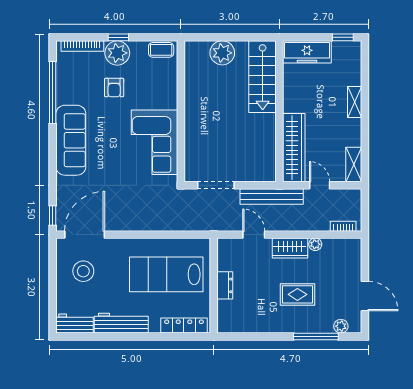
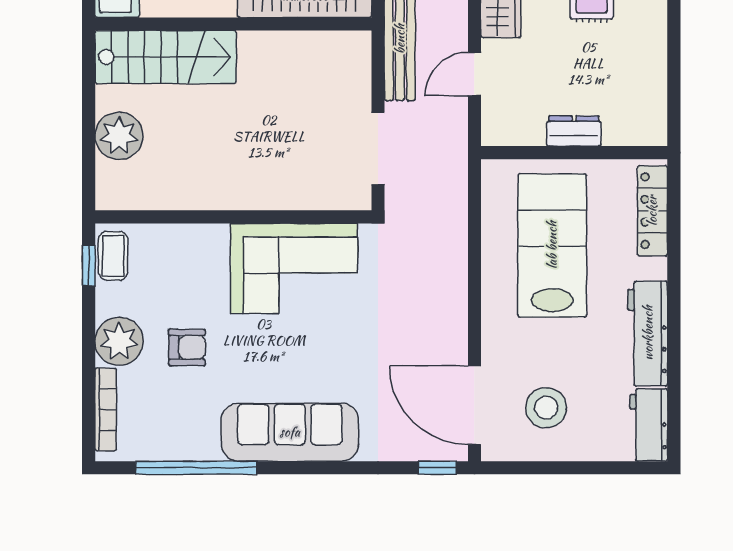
window: (118, 37) -> (89, 266), moved
lab bench: (166, 274) -> (552, 245), turned 180

